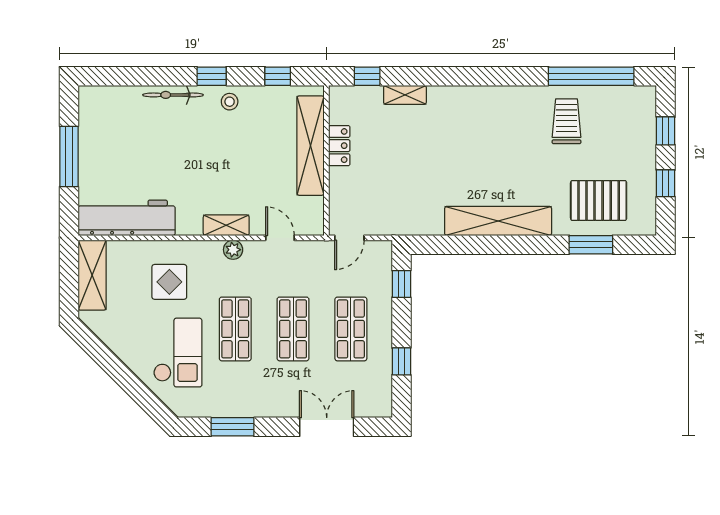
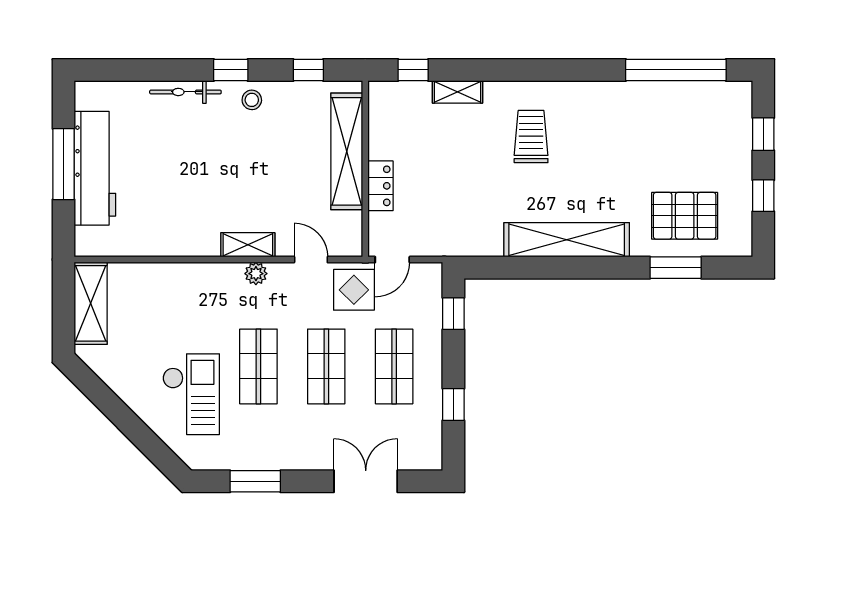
trolley: (566, 121) -> (531, 137), moved
locker: (339, 146) -> (380, 186), moved
workbench: (127, 218) -> (95, 168), moved, turned 90
display table: (169, 282) -> (354, 290), moved

